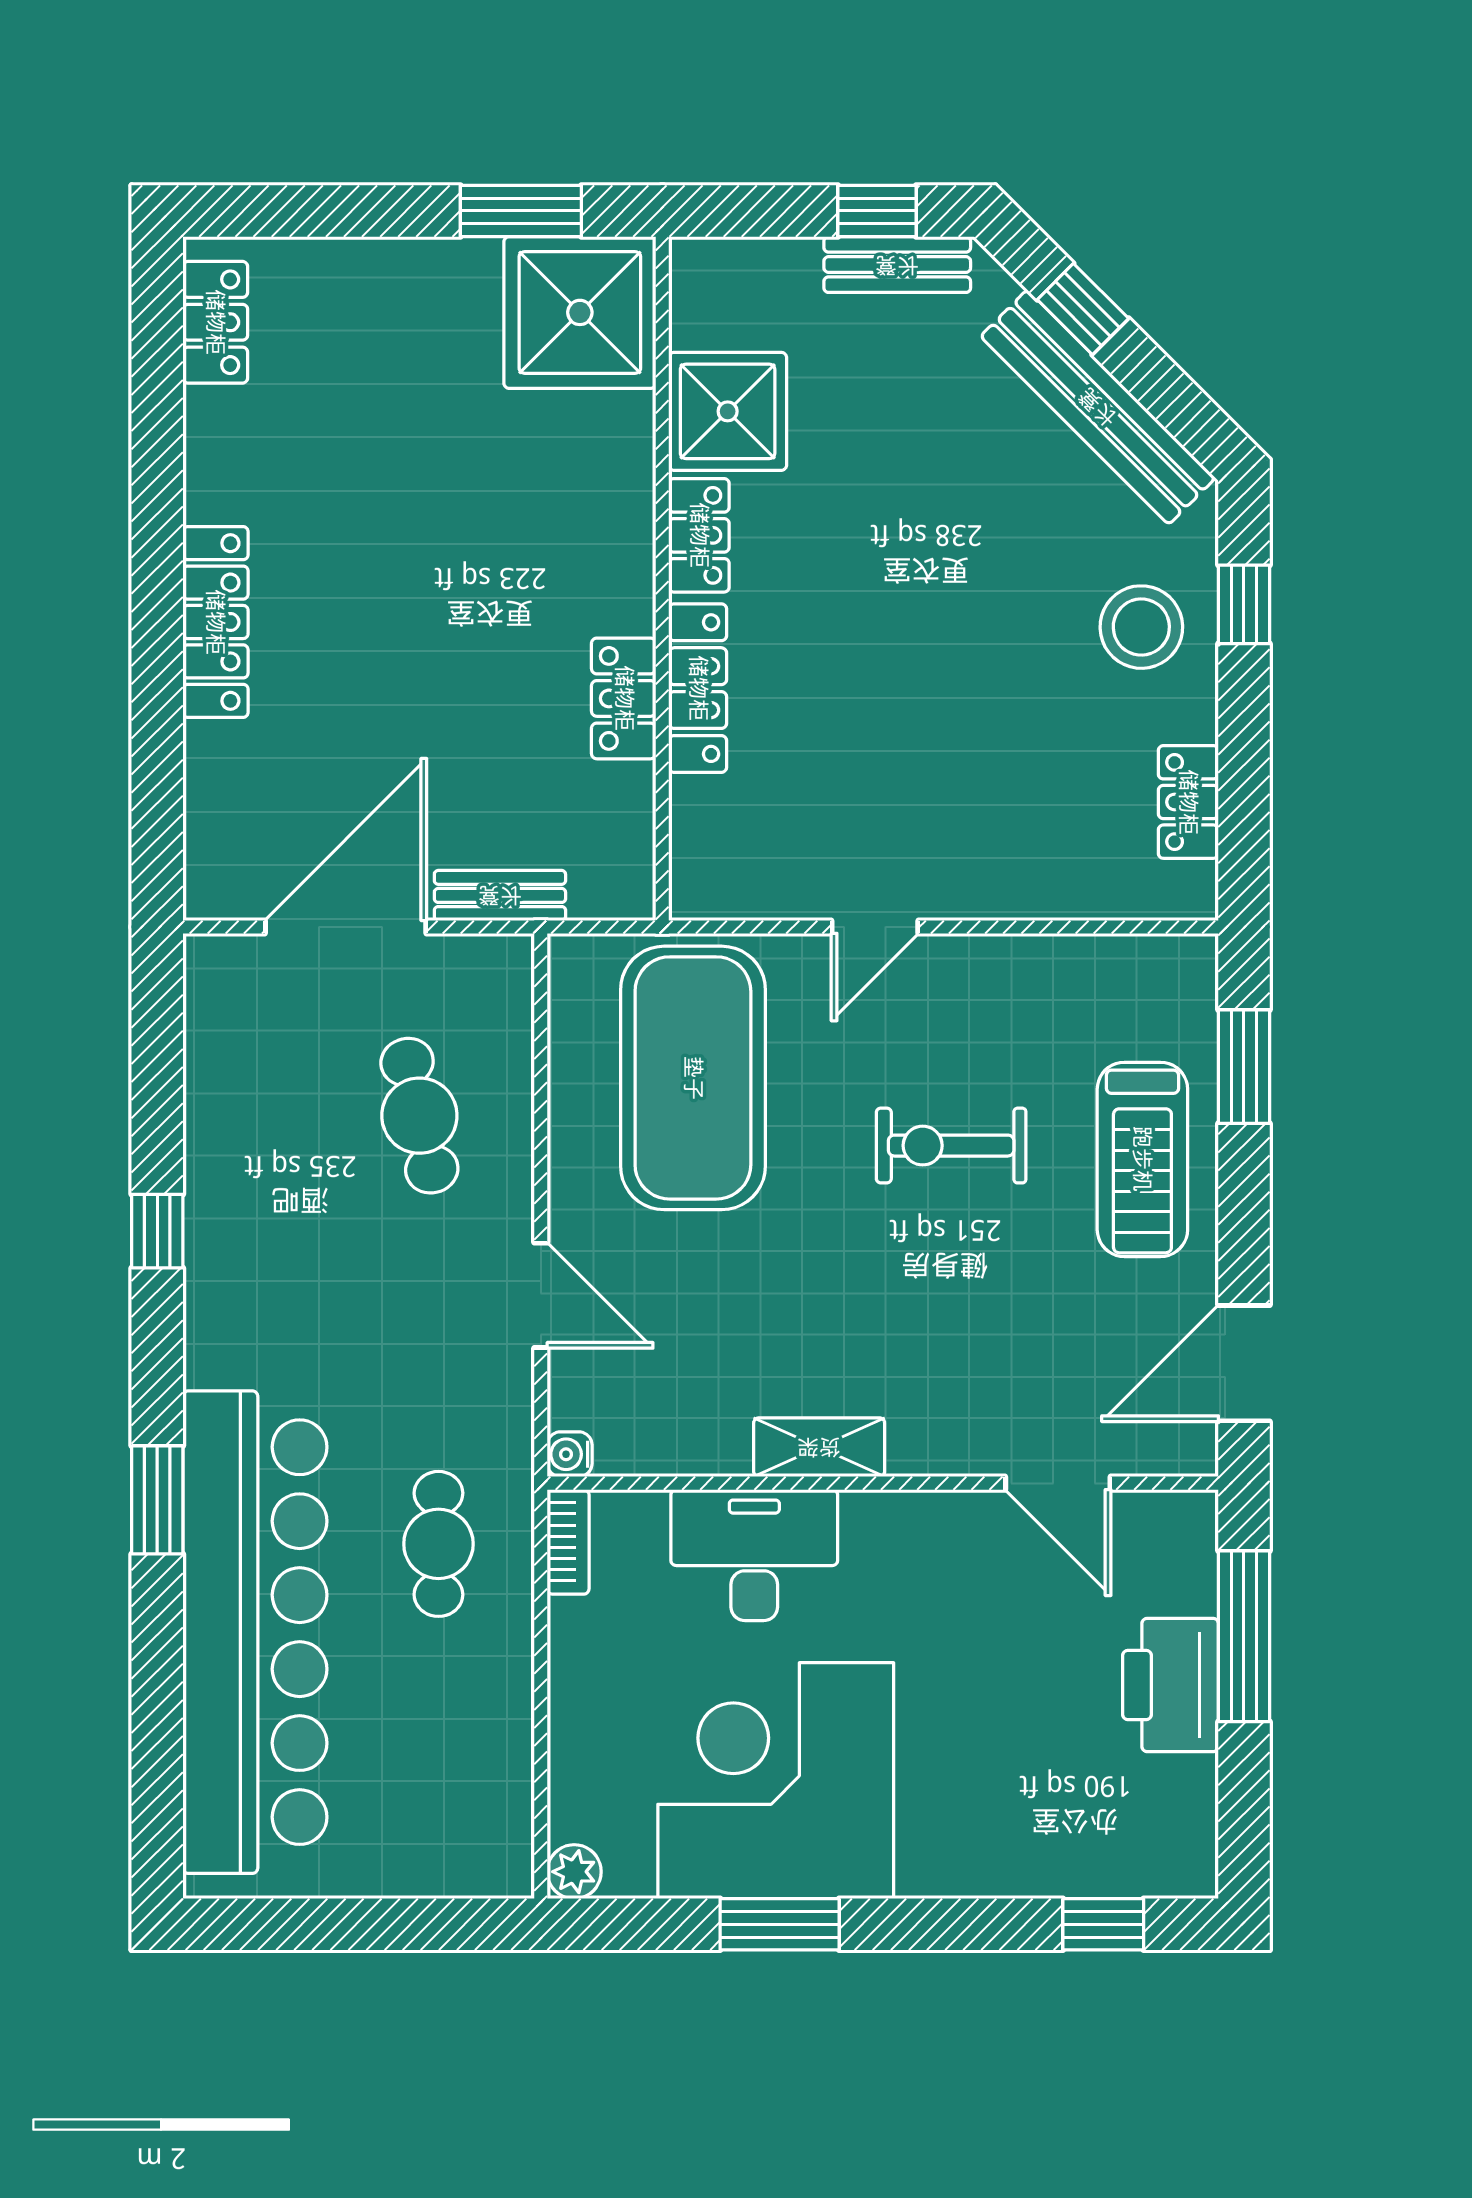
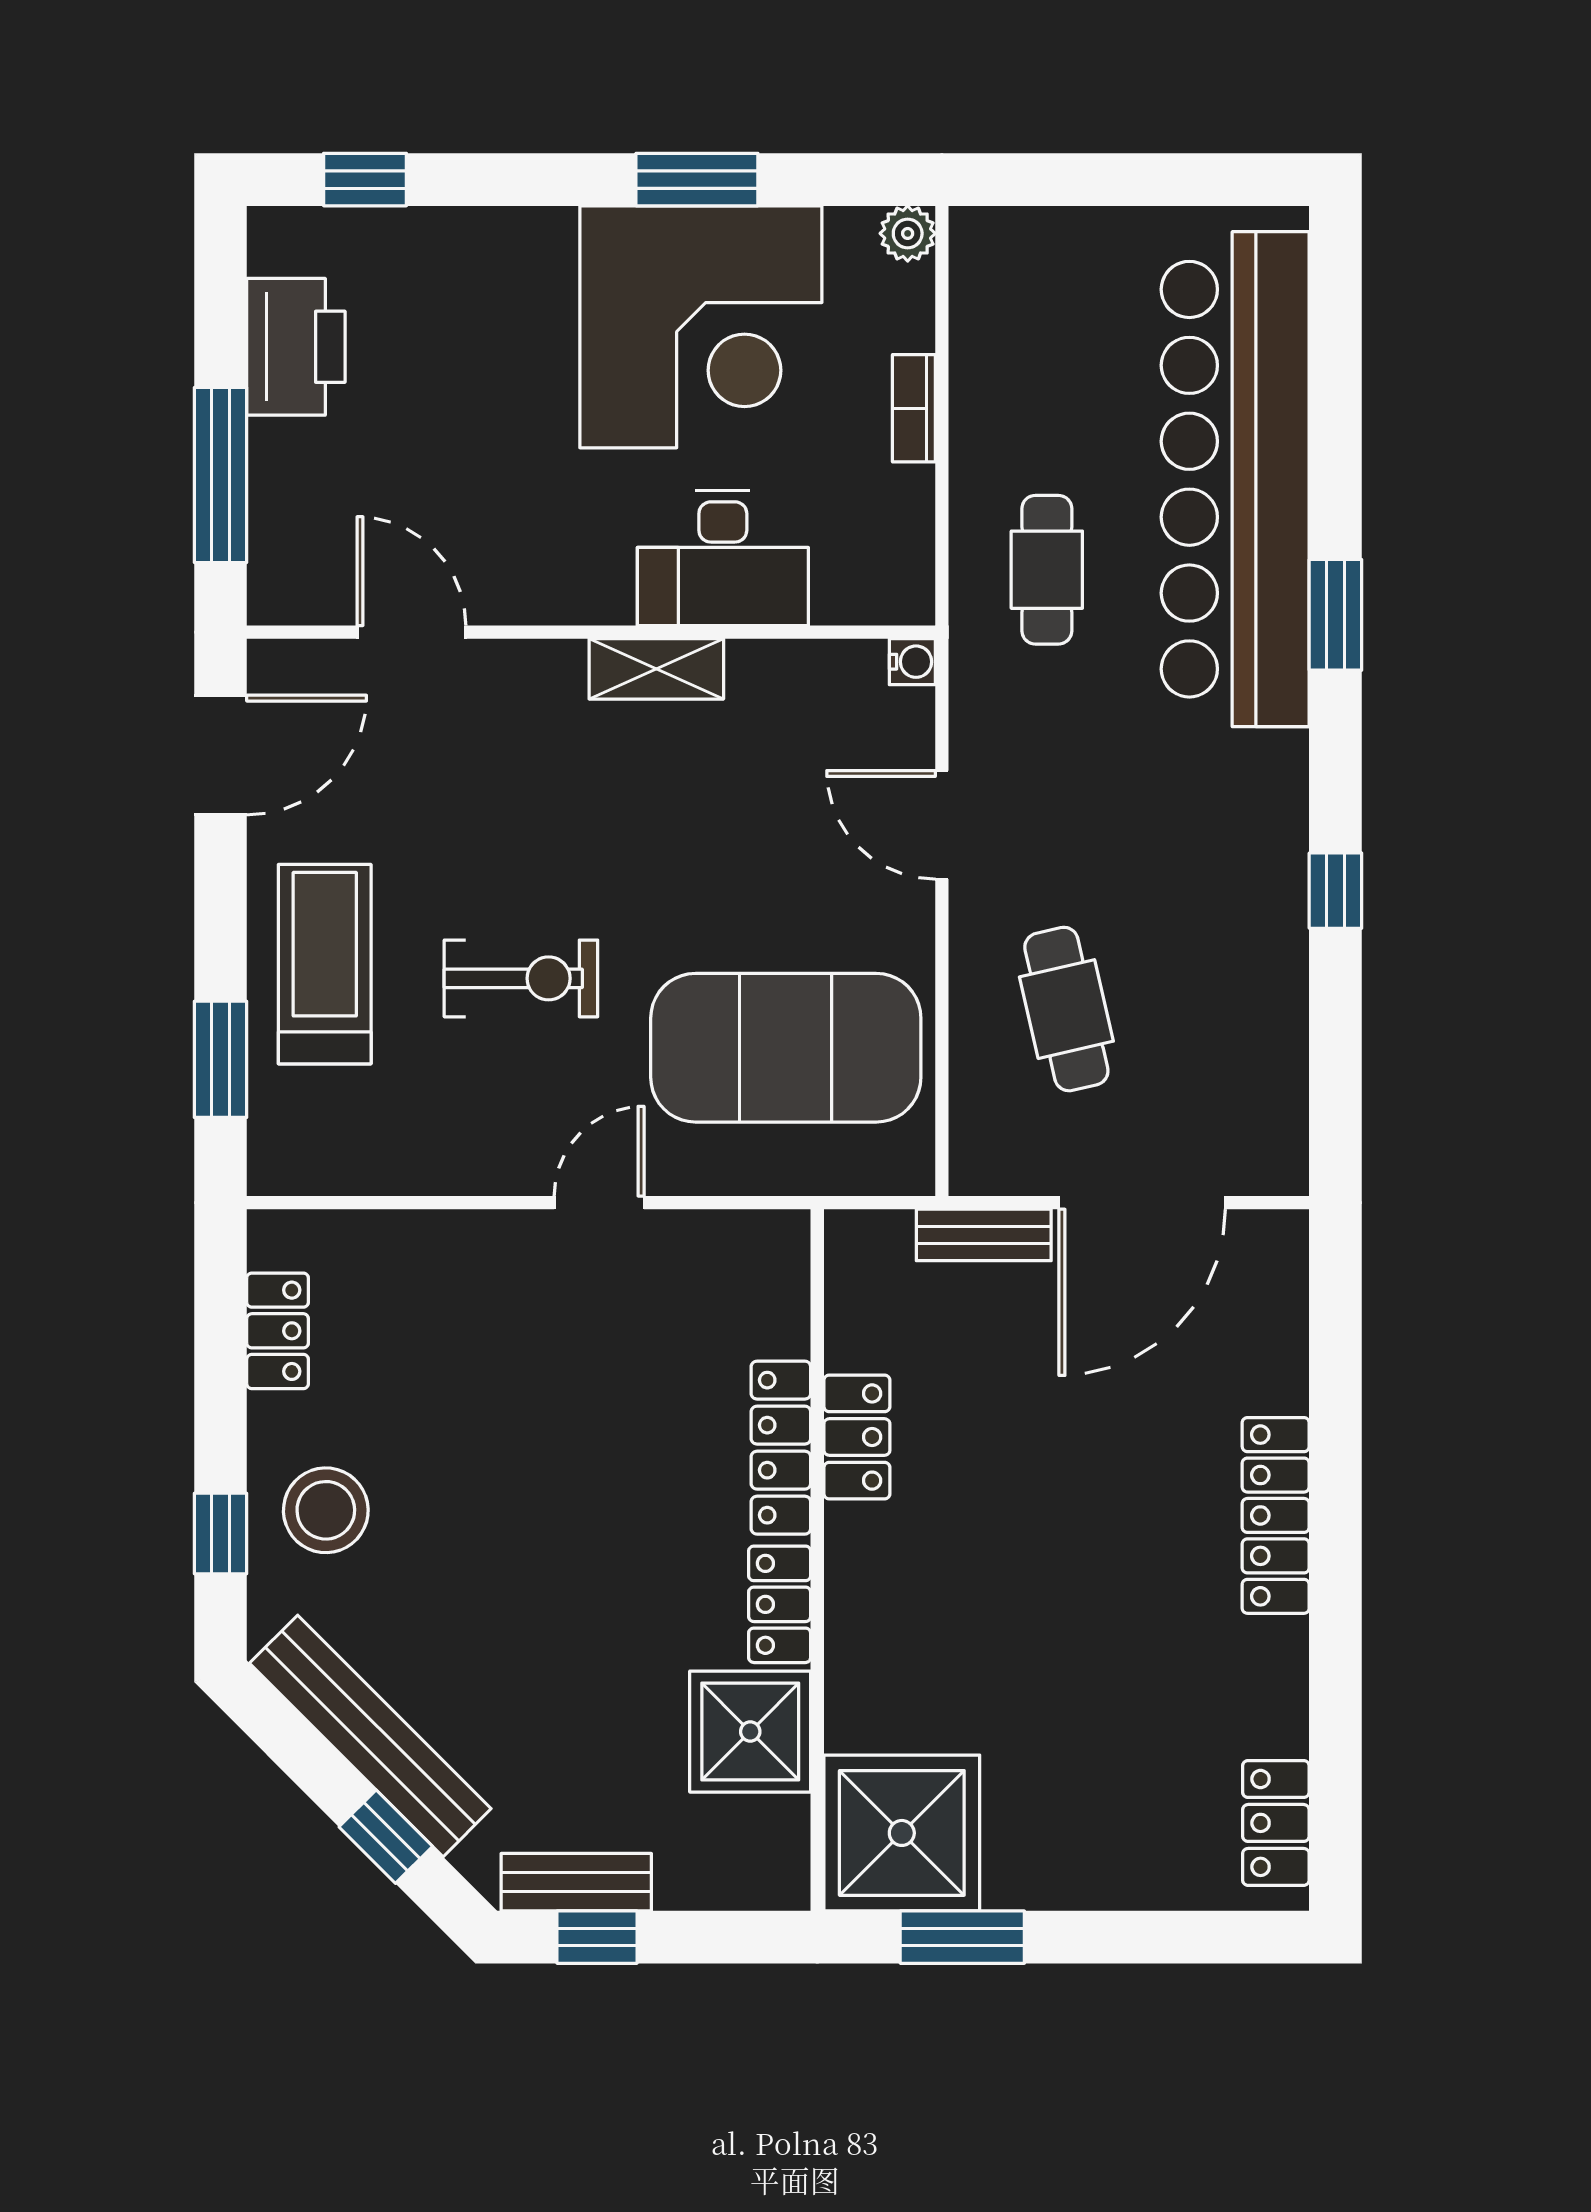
exercise mat: (693, 1078) -> (786, 1048), turned 90
bookcase: (568, 1542) -> (914, 408), moved
printer: (1171, 1685) -> (296, 347), moved

